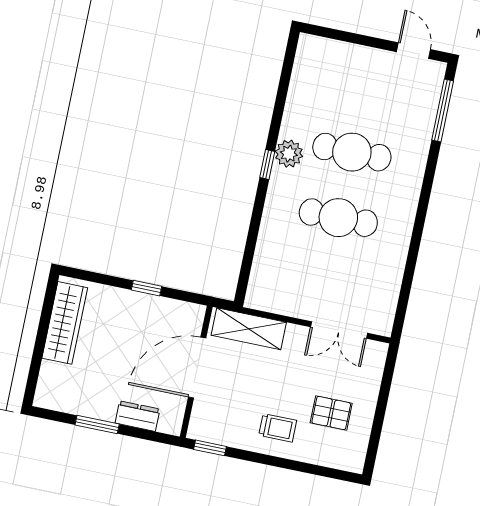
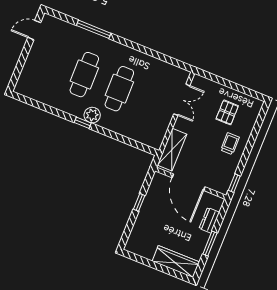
window: (443, 110) -> (94, 29), moved
plant: (289, 154) -> (92, 115), moved
wardrobe: (65, 323) -> (176, 262), moved

